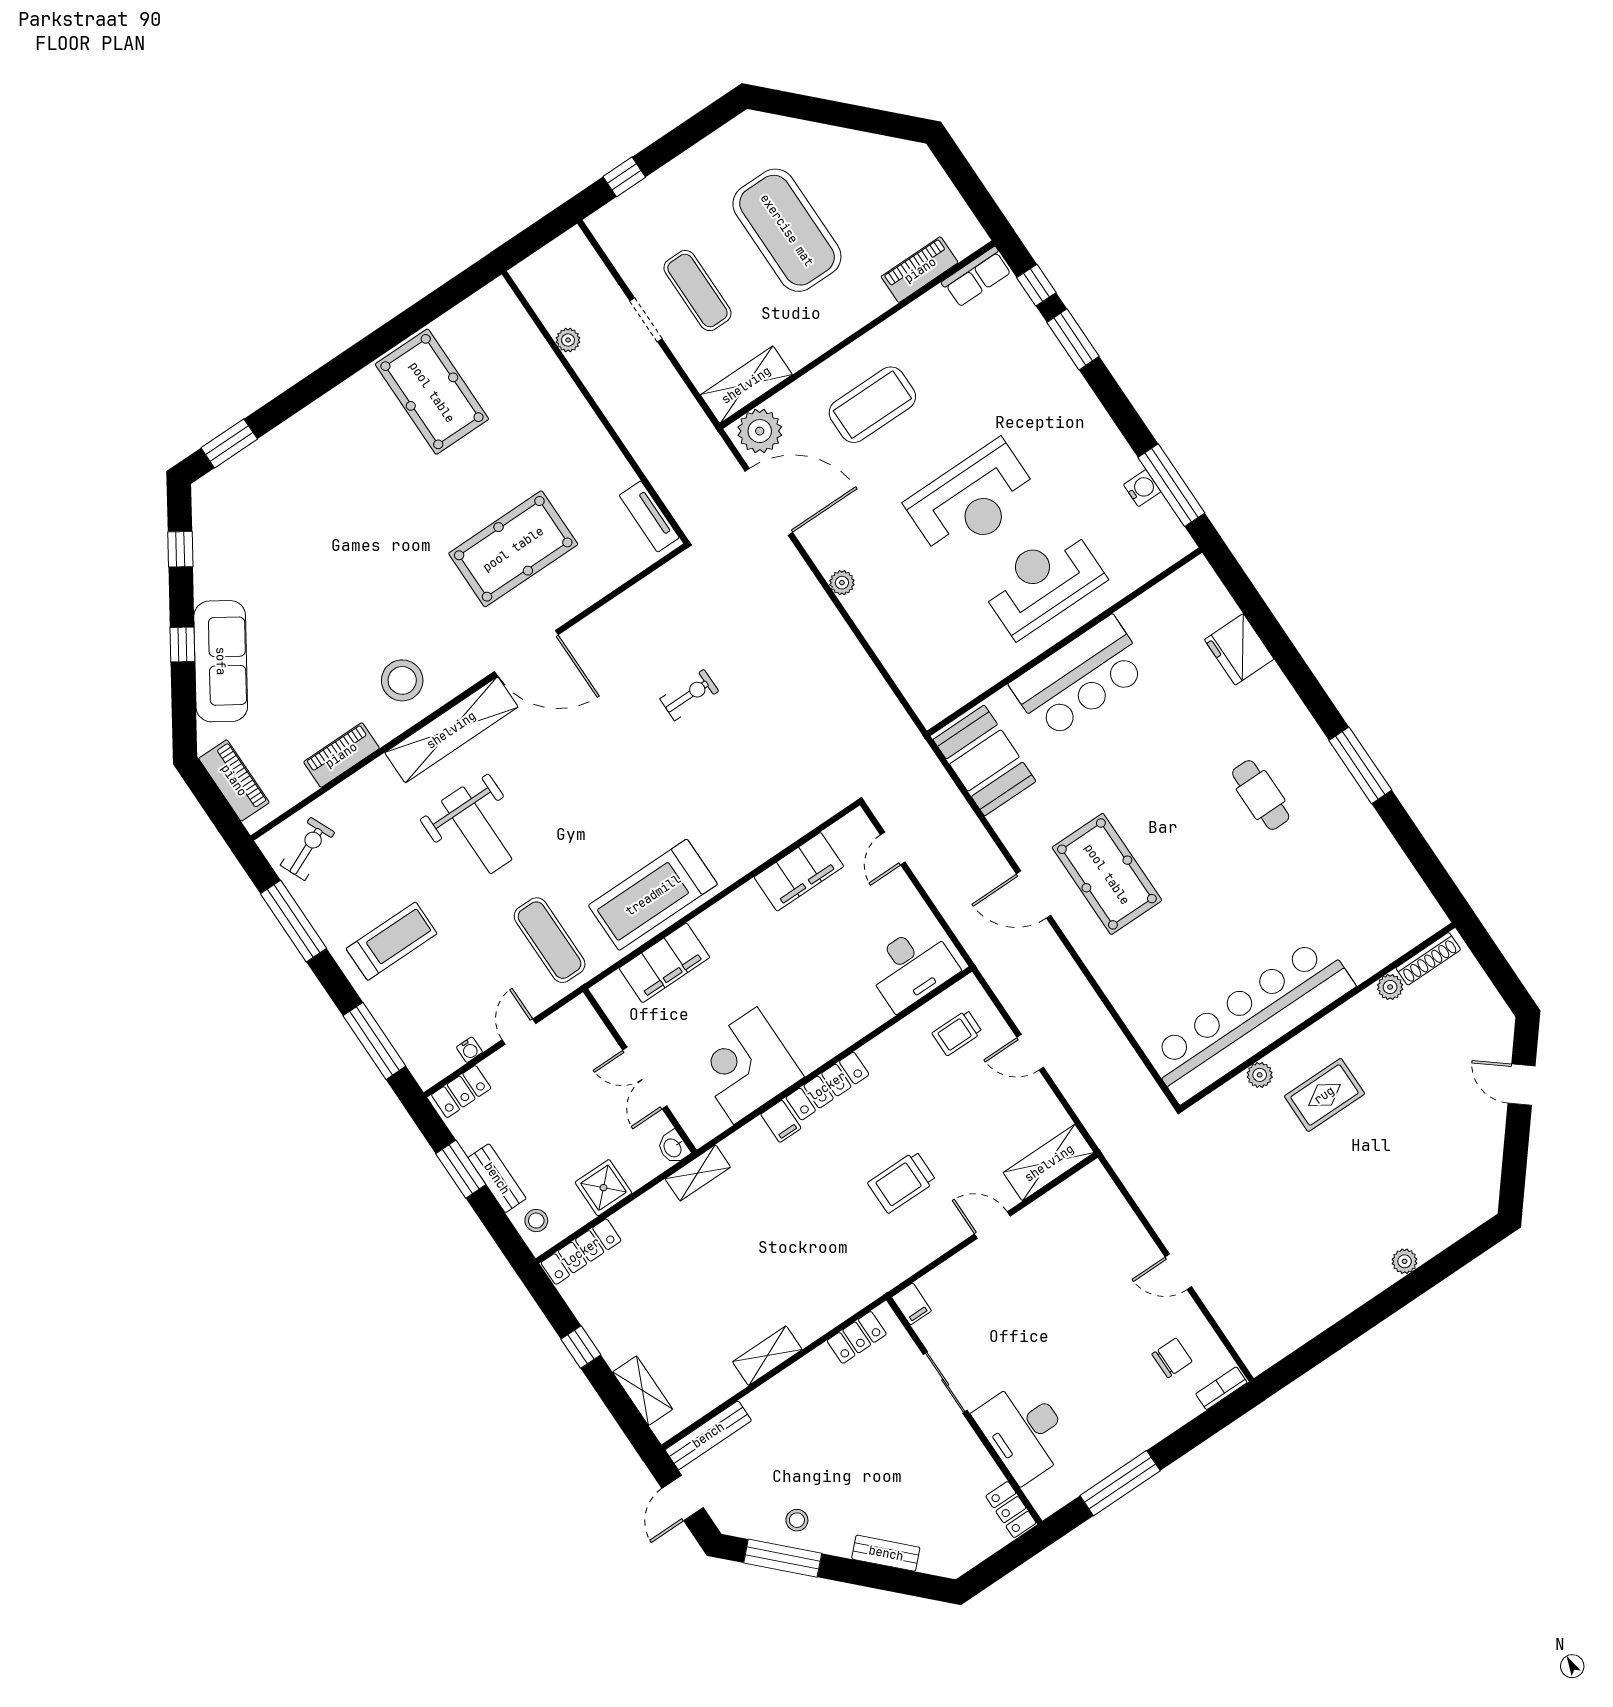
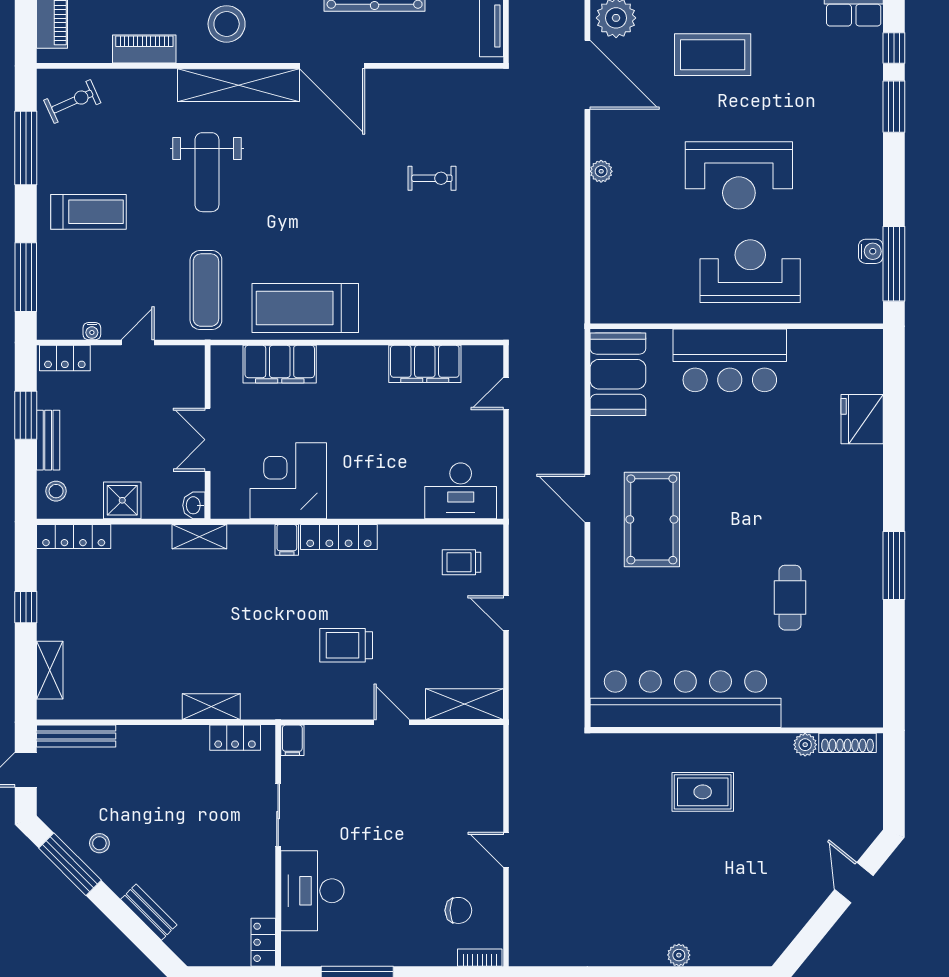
cafe table: (1261, 795) -> (790, 598), moved
plant: (1260, 1075) -> (665, 745), removed
shelving: (767, 1356) -> (211, 707), moved

